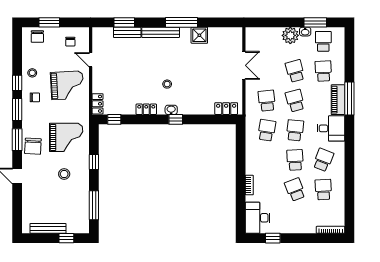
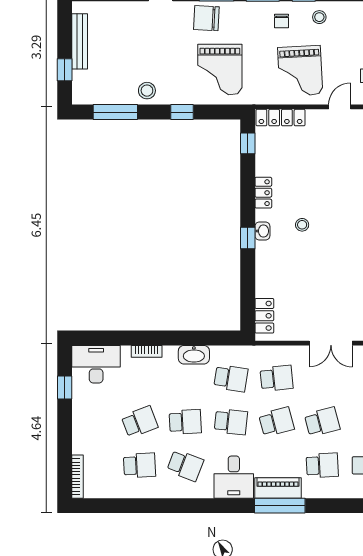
locker: (97, 104) -> (280, 118), width x1.53
washbasin: (251, 154) -> (194, 355), added
stool: (64, 174) -> (147, 91), moved

